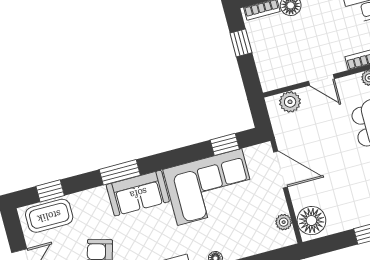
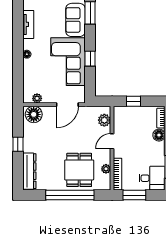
window: (241, 43) -> (133, 101), moved
window: (225, 144) -> (90, 59), moved

